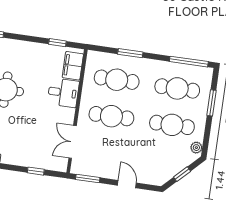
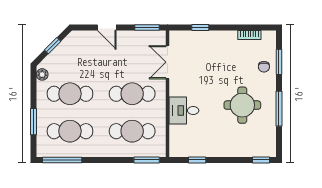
window: (130, 53) -> (147, 160), moved
filing cabinet: (73, 66) -> (178, 139), removed
double door: (73, 142) -> (168, 62), swing flipped

